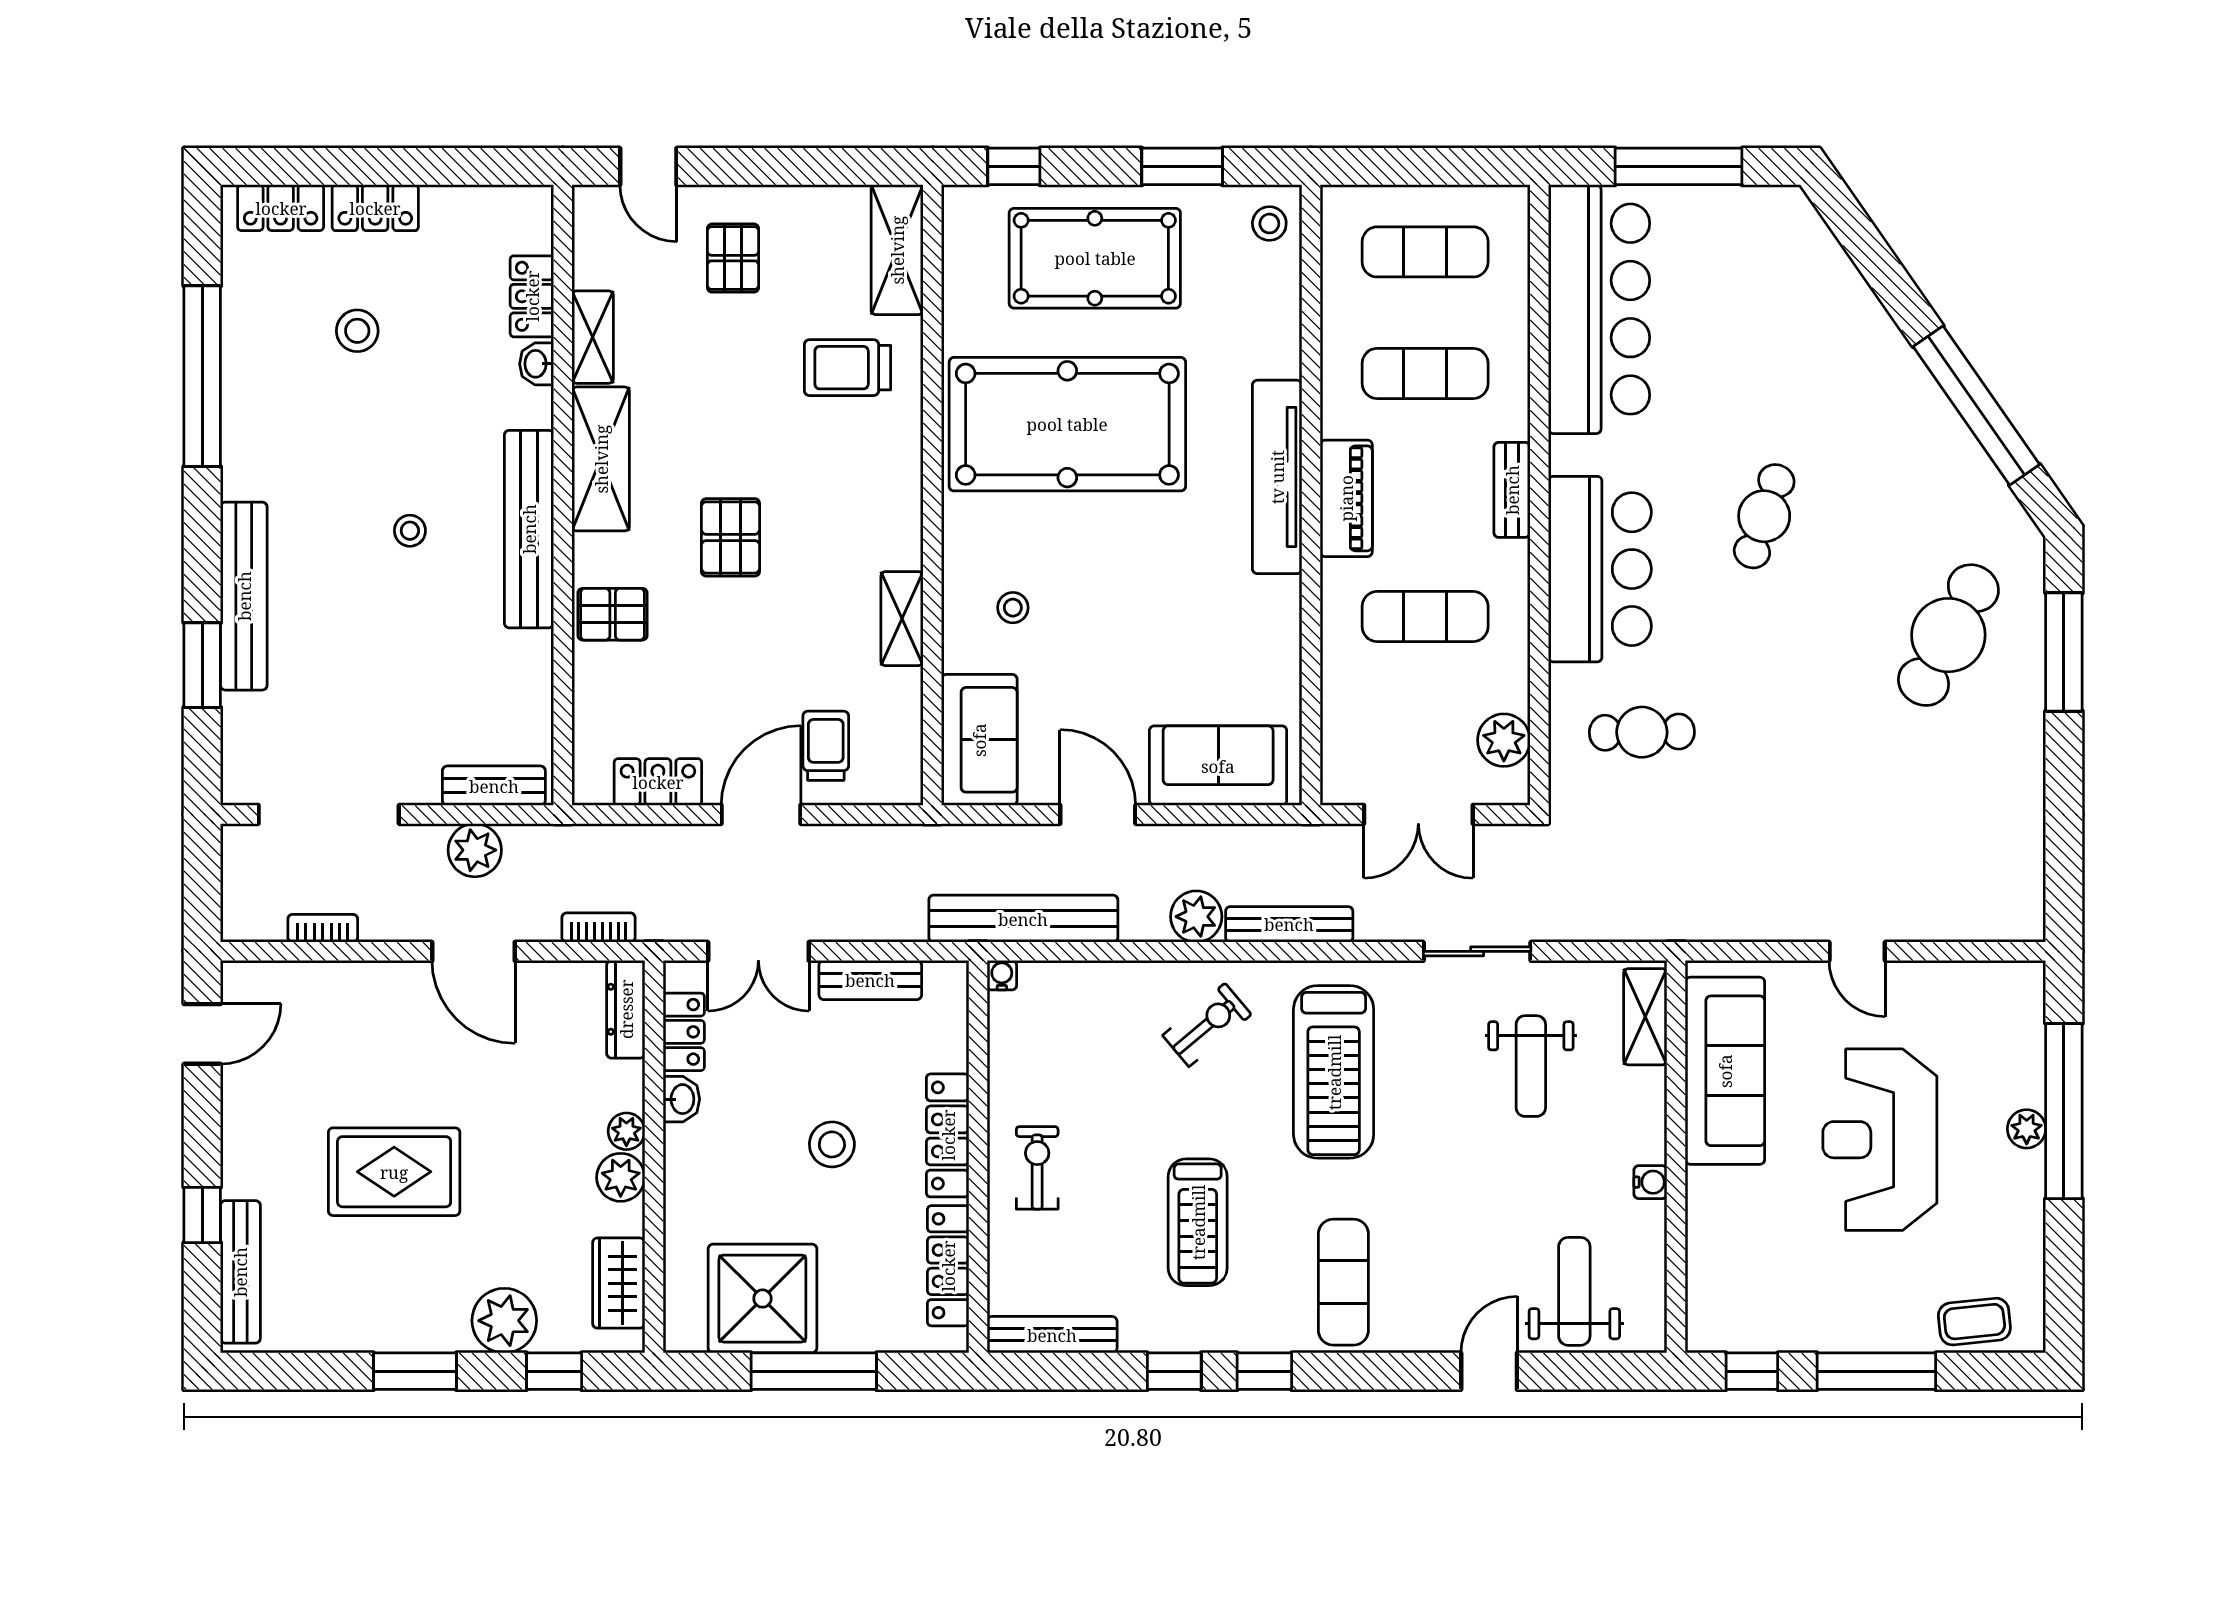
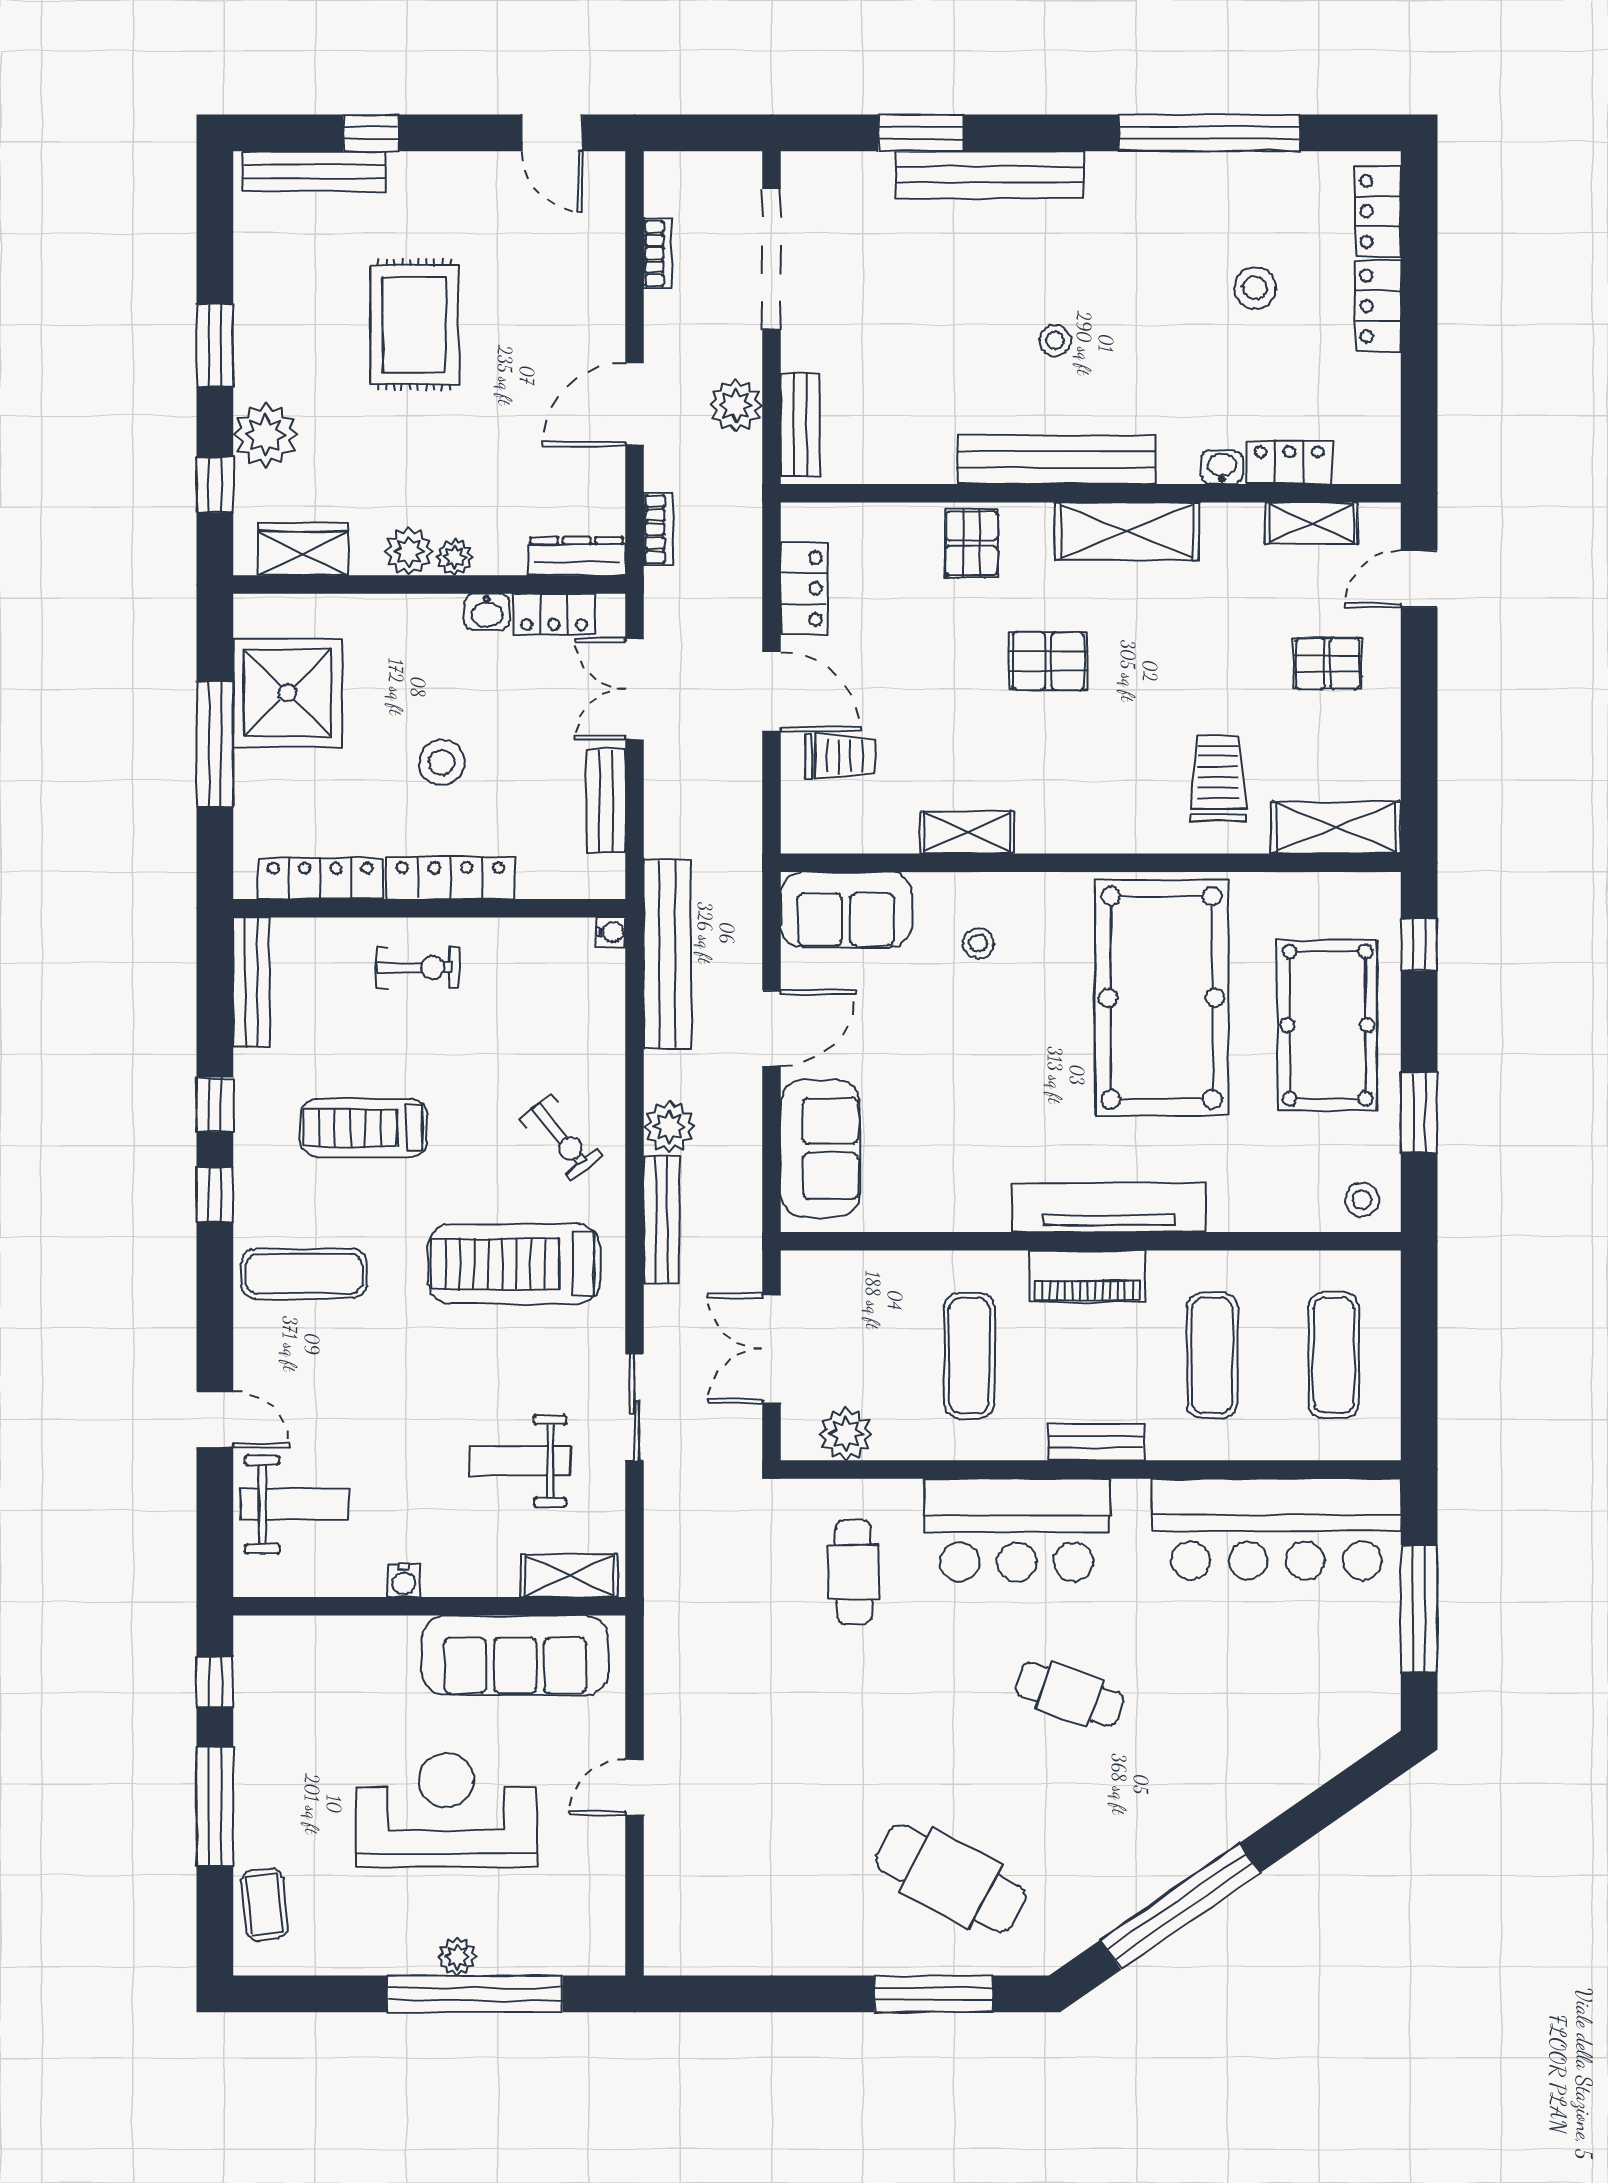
shelving: (593, 337) -> (1312, 523), moved

